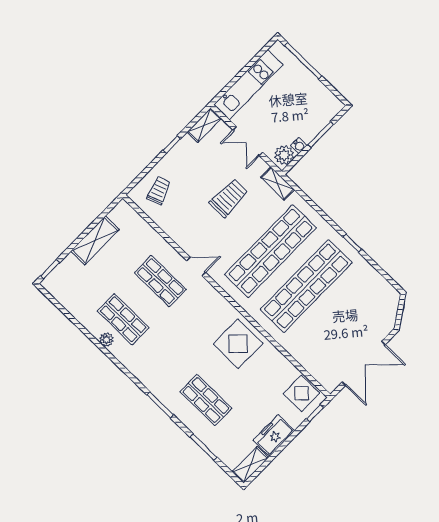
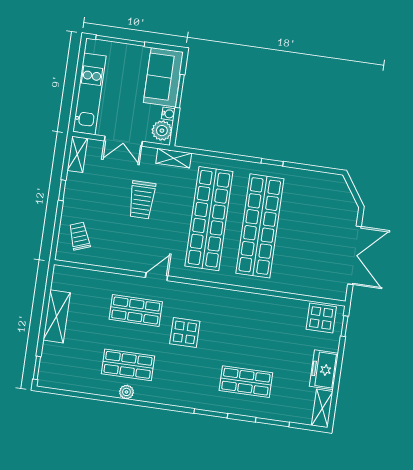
sofa: (316, 114) -> (163, 77), added
trolley: (229, 198) -> (142, 200), turned 180
display table: (238, 344) -> (185, 332), moved, width x0.73, depth x0.73

